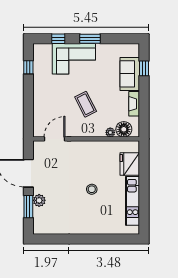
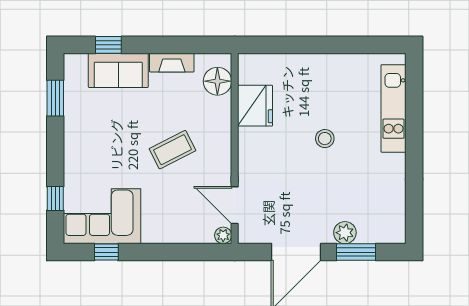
window: (90, 39) -> (55, 98), moved
corner sofa: (74, 59) -> (102, 216), moved, turned -90
plant: (110, 132) -> (223, 235), moved
fridge: (130, 164) -> (255, 106), moved, turned -90
kitchen unit: (133, 201) -> (393, 108), moved, turned 90

